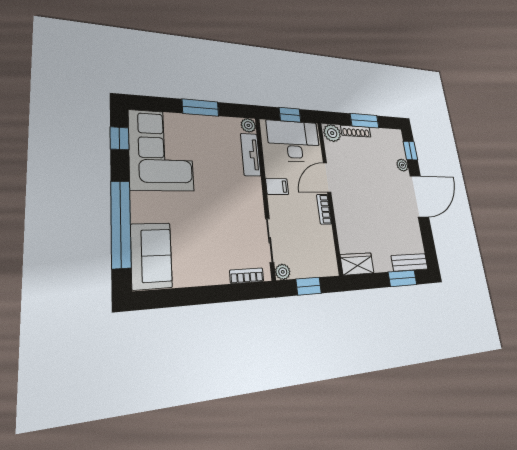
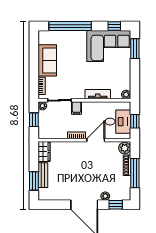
window: (200, 108) -> (135, 49), moved
window: (365, 121) -> (135, 173), width x1.44
desk: (294, 141) -> (118, 122), width x0.73
tv unit: (251, 155) -> (98, 94), moved
door: (327, 178) -> (96, 140), hinge flipped
filing cabinet: (277, 186) -> (76, 108), moved
sofa: (151, 256) -> (47, 60), moved, turned -90
bench: (410, 262) -> (43, 175), moved

